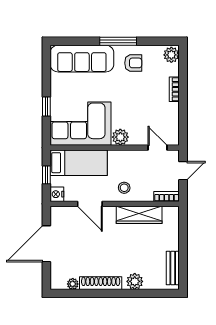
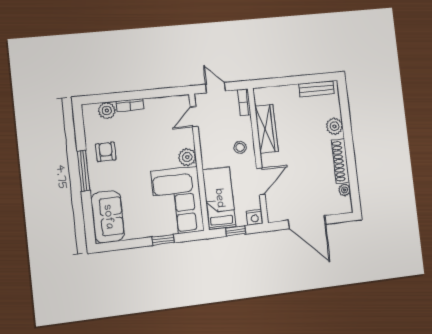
plant: (171, 55) -> (107, 111), moved
sofa: (82, 59) -> (108, 217), width x0.73

